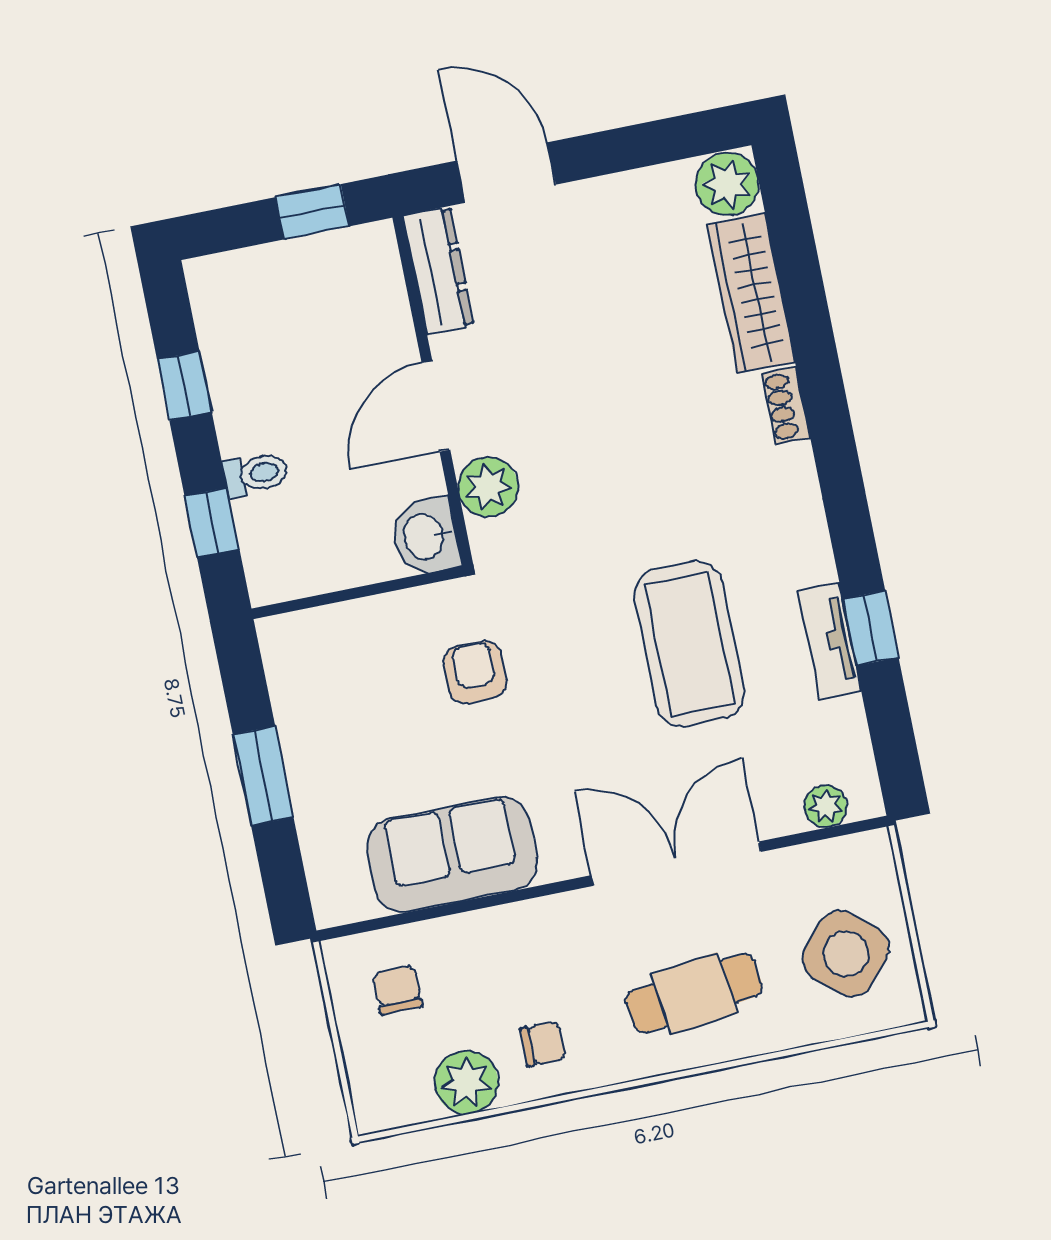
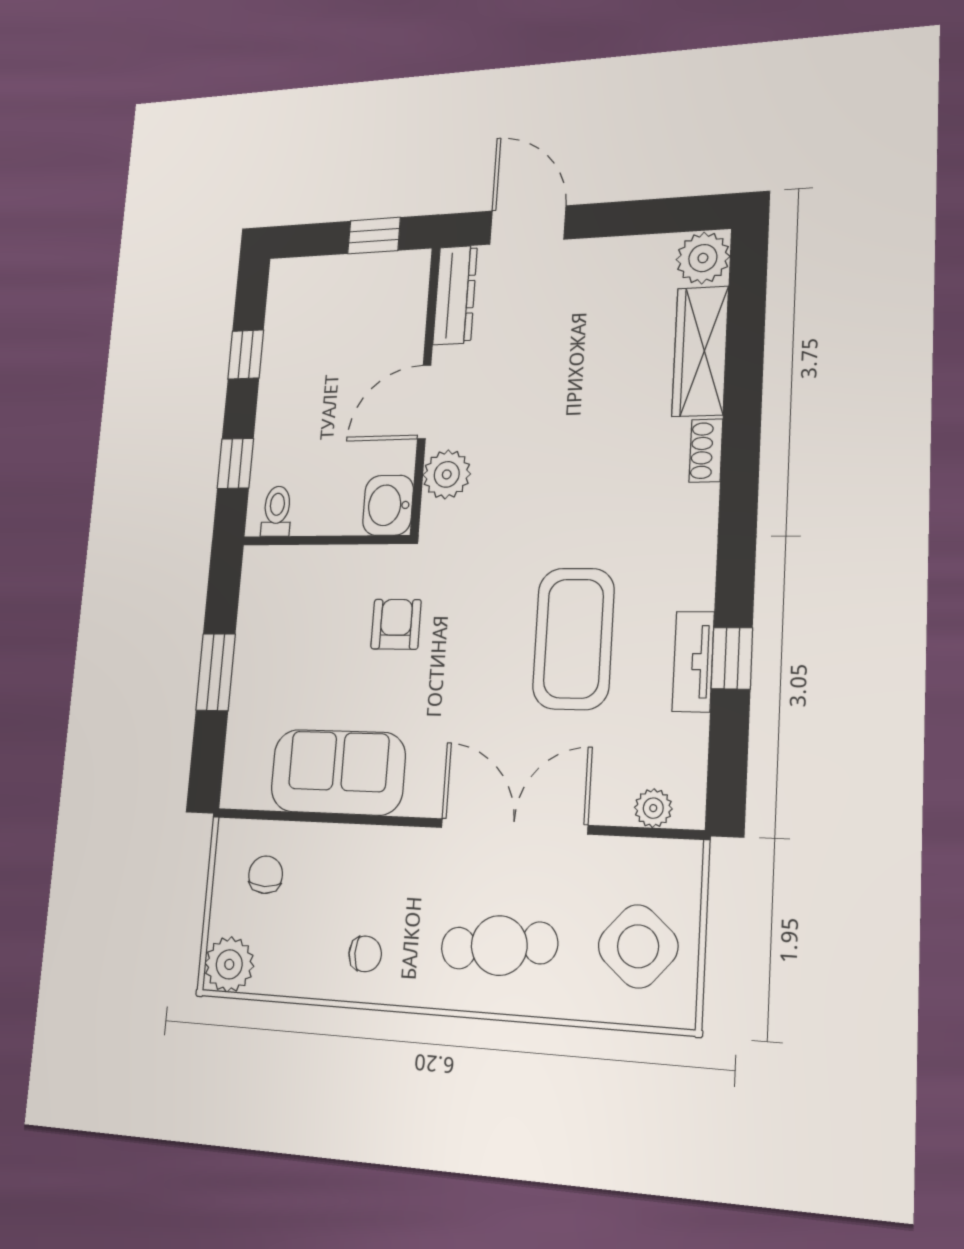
toilet: (256, 474) -> (277, 511), moved, turned -90
plant: (466, 1082) -> (229, 964), moved

